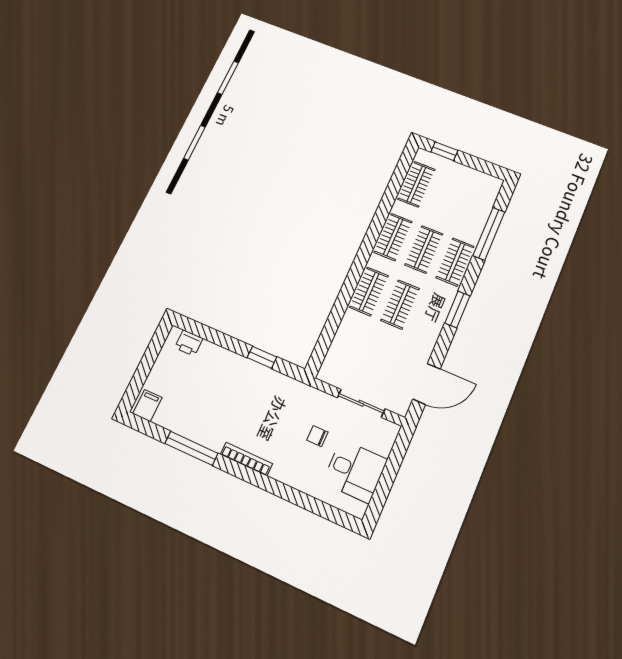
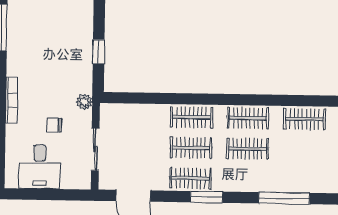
clothes rail: (455, 262) -> (191, 178), moved
plant: (307, 394) -> (84, 102), added
chair: (317, 436) -> (54, 125), turned -90
bookcase: (246, 459) -> (12, 100), moved

